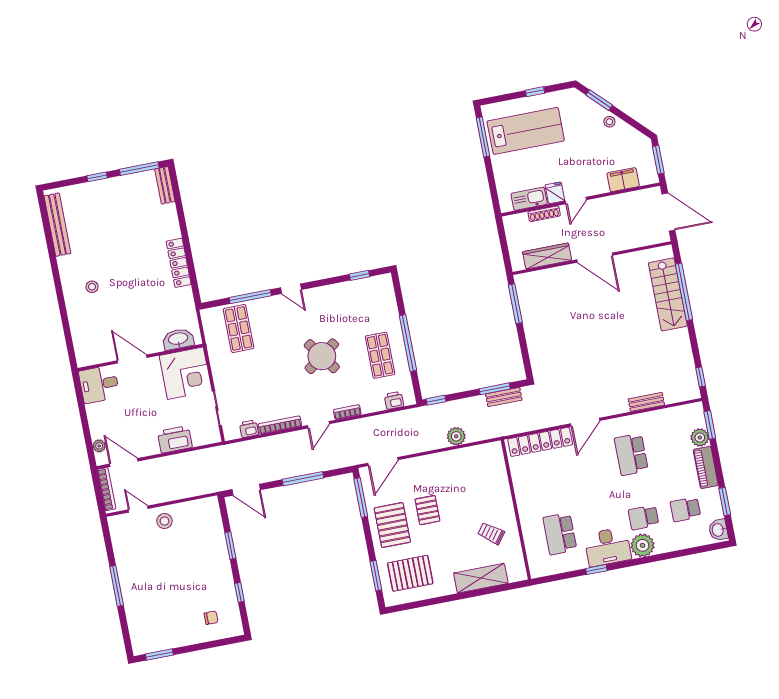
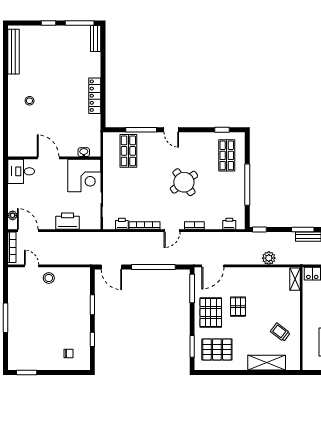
washbasin: (178, 339) -> (84, 152), width x0.52, depth x0.69
shop shelf: (380, 355) -> (227, 155), moved
shelving: (497, 458) -> (295, 279), added
window: (303, 479) -> (153, 267), width x1.46

